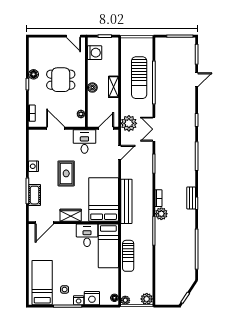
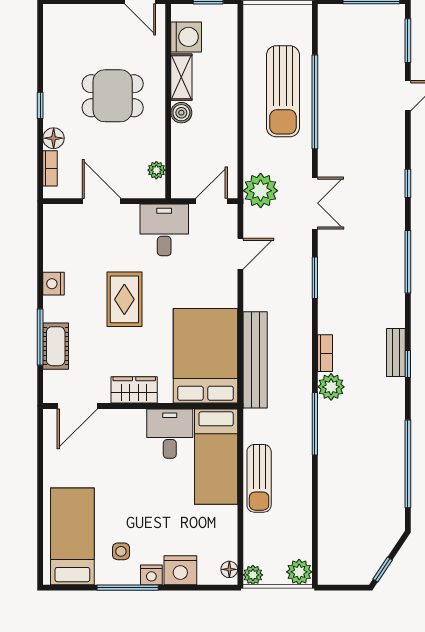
floor lamp: (34, 74) -> (54, 138), moved
shelving: (113, 87) -> (181, 77), moved
double door: (154, 129) -> (315, 203), swing flipped

